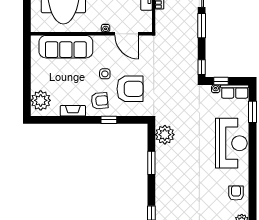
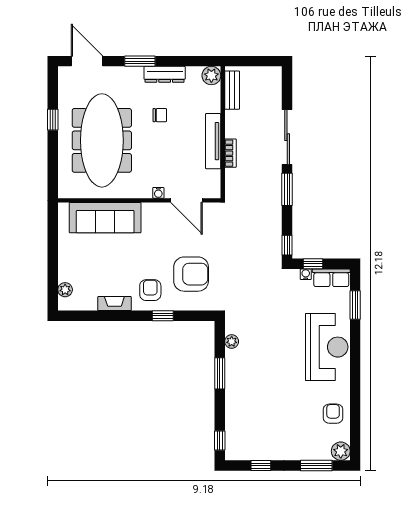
side table: (105, 74) -> (157, 254), removed
plant: (41, 100) -> (65, 290), width x0.53, depth x0.53
armchair: (100, 101) -> (150, 290), turned -85
plant: (165, 135) -> (232, 342), width x0.53, depth x0.53

